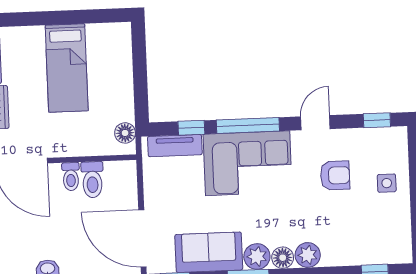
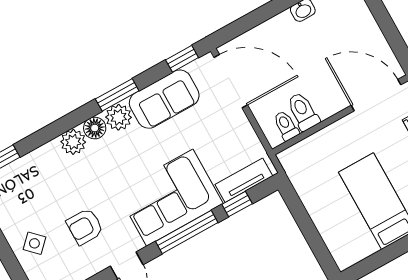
floor lamp: (125, 133) -> (295, 169), removed
toilet: (71, 177) -> (286, 126), moved
side table: (387, 183) -> (34, 243), turned 45

